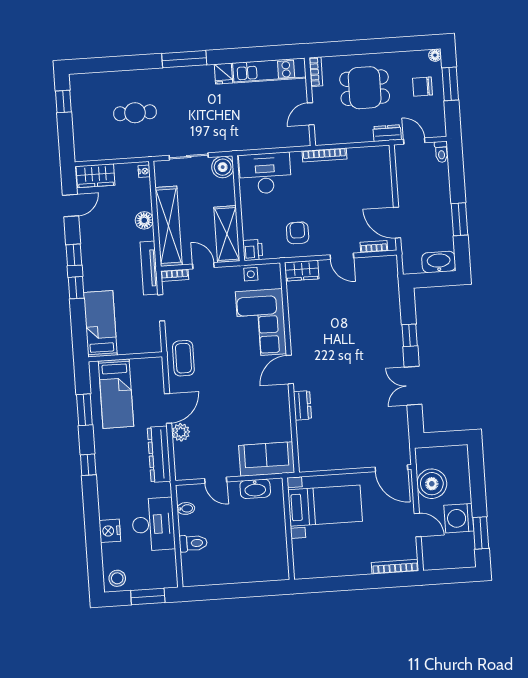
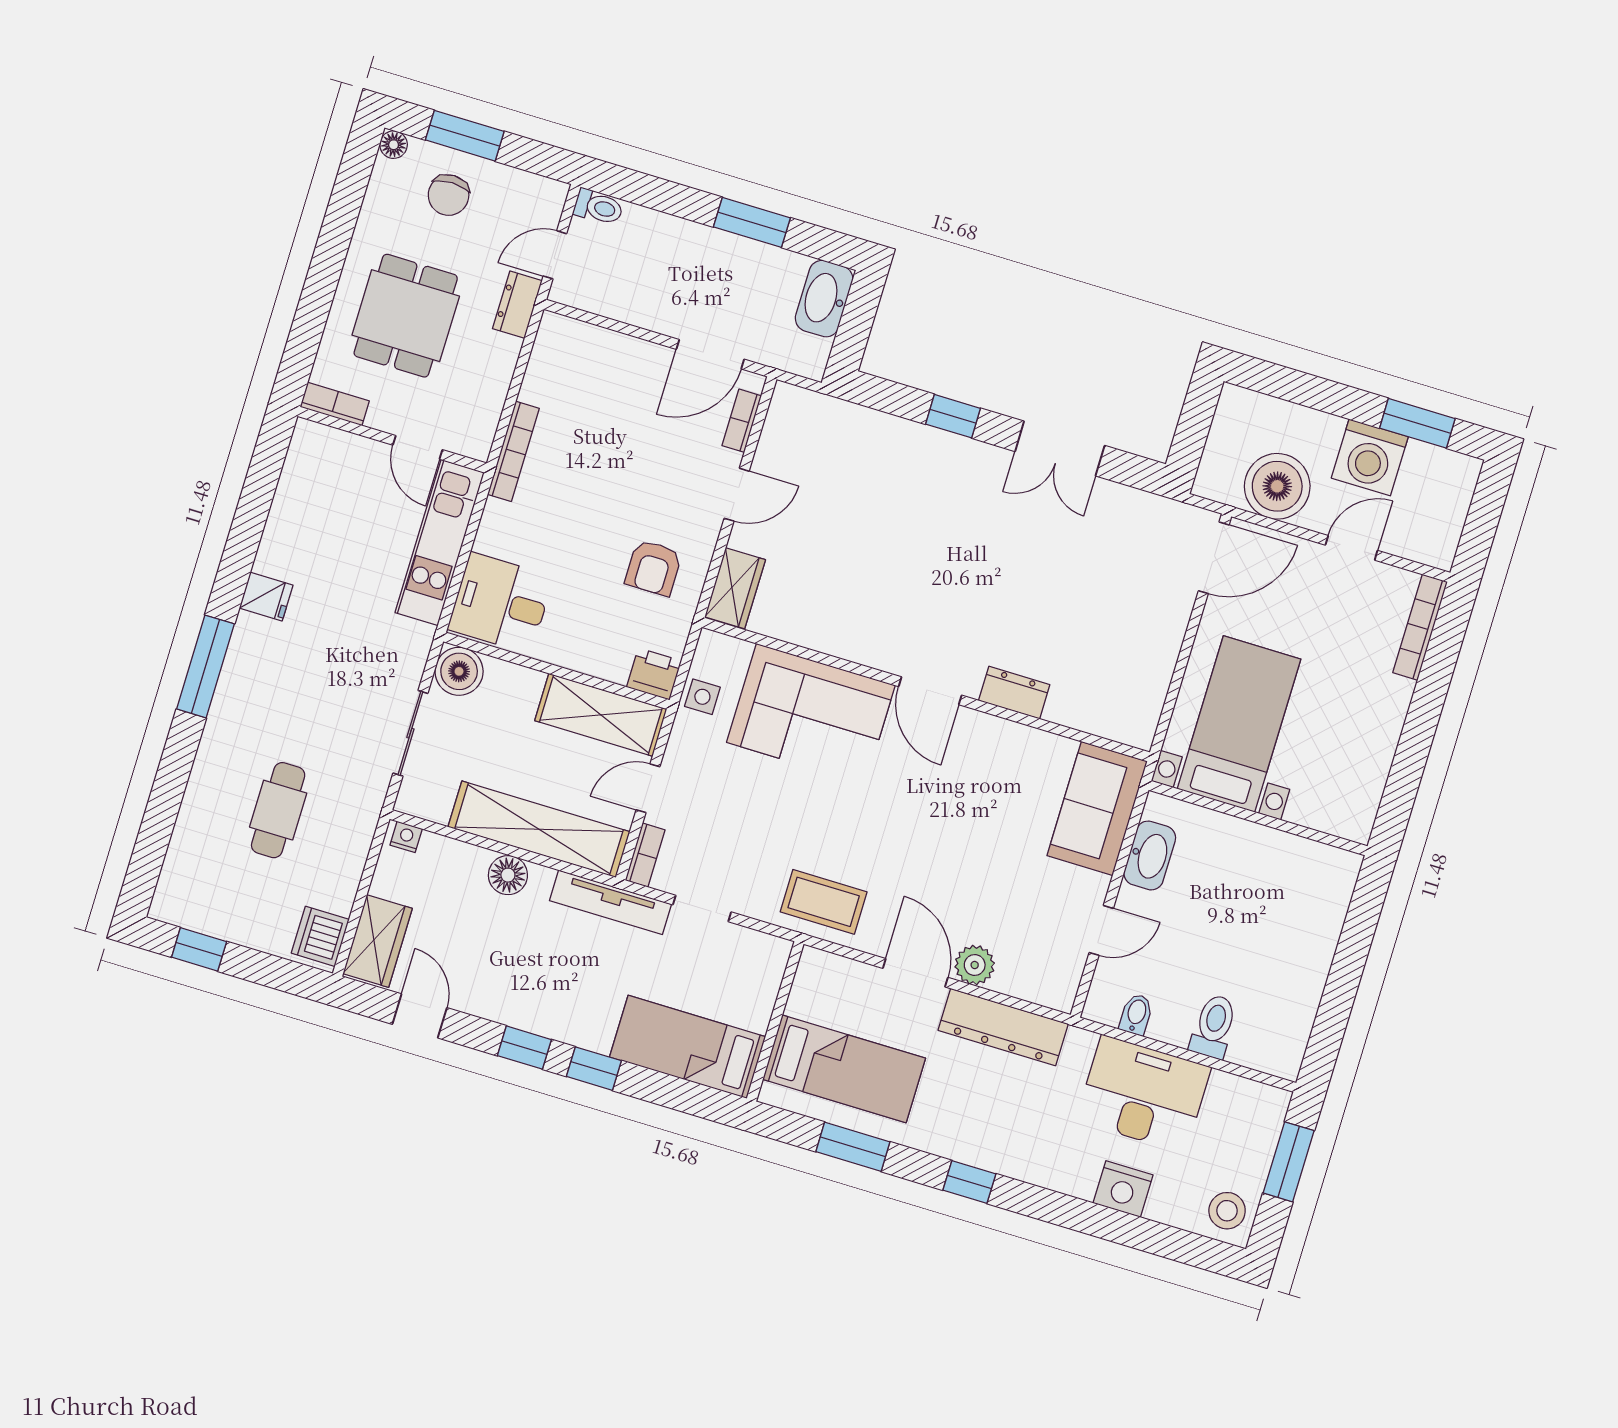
kitchen unit: (269, 70) -> (440, 542), moved, turned 180
dishwasher: (88, 151) -> (320, 936), added
desk: (265, 173) -> (501, 603), width x0.73
armchair: (298, 233) -> (653, 568), turned -90

